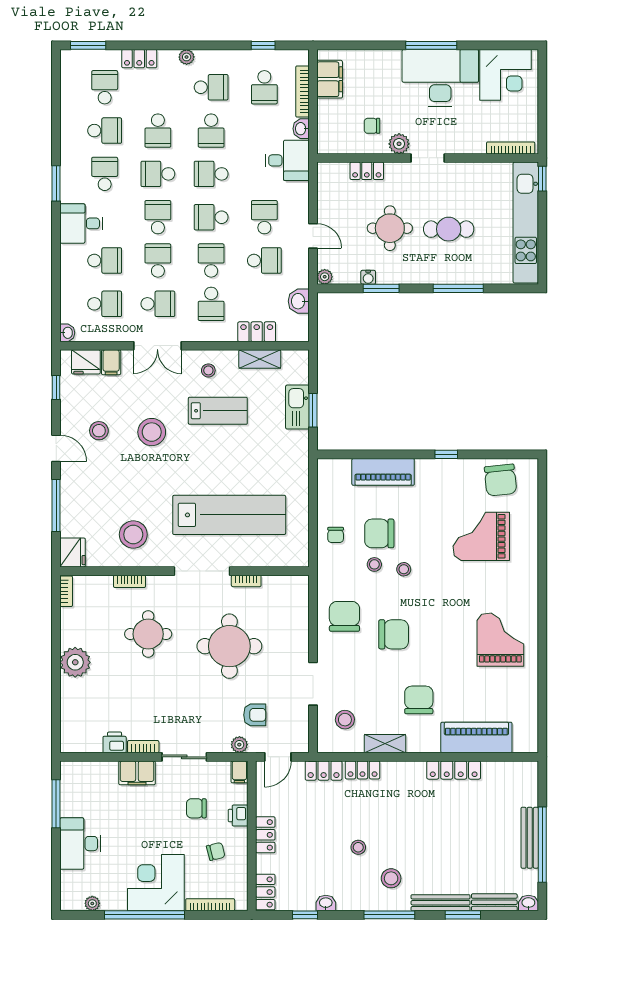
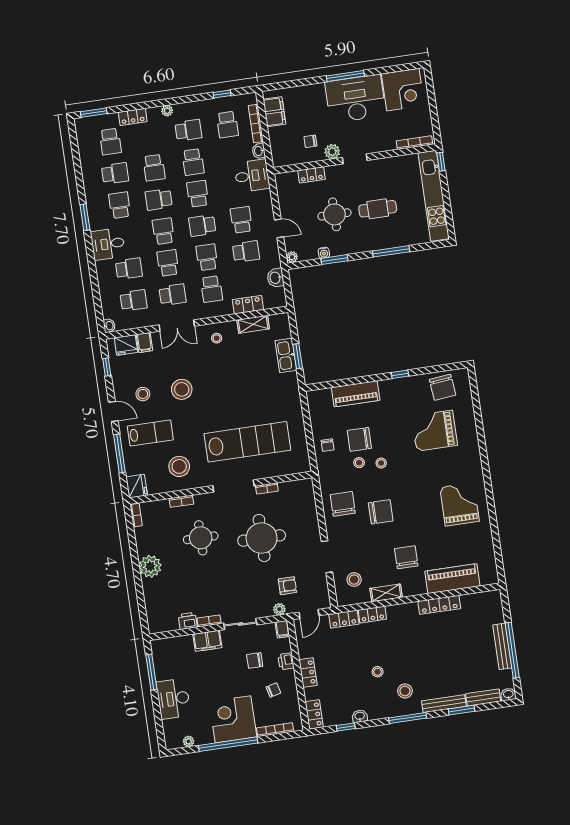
school desk: (105, 87) -> (110, 142), turned 180
school desk: (211, 174) -> (198, 194), turned 90
lab bench: (218, 411) -> (150, 433), moved

